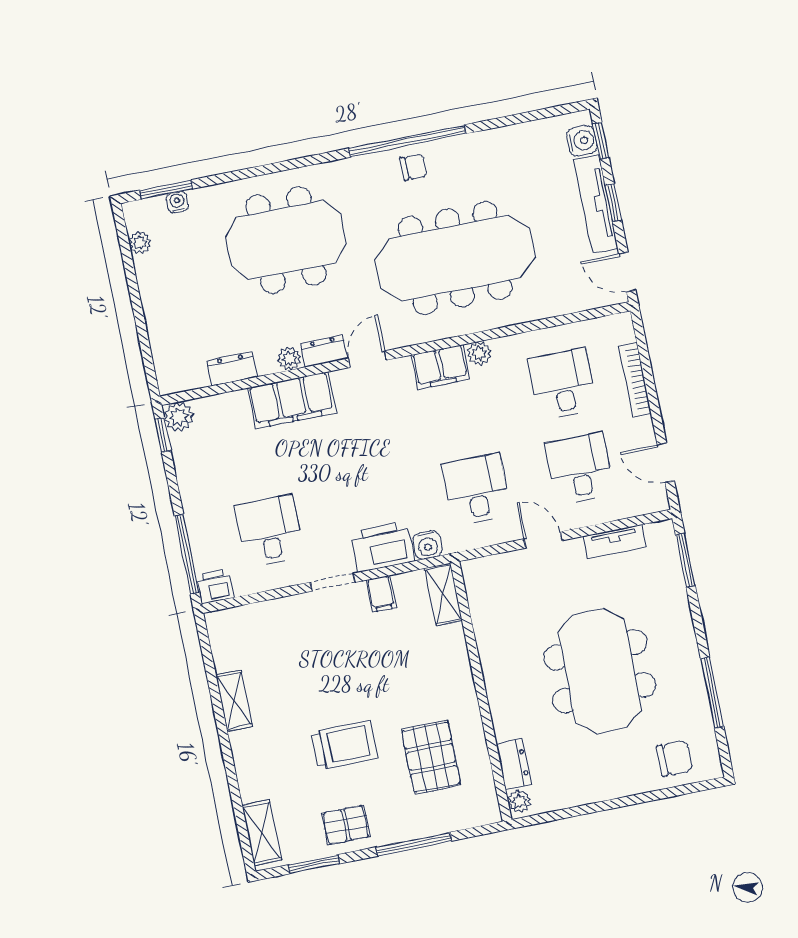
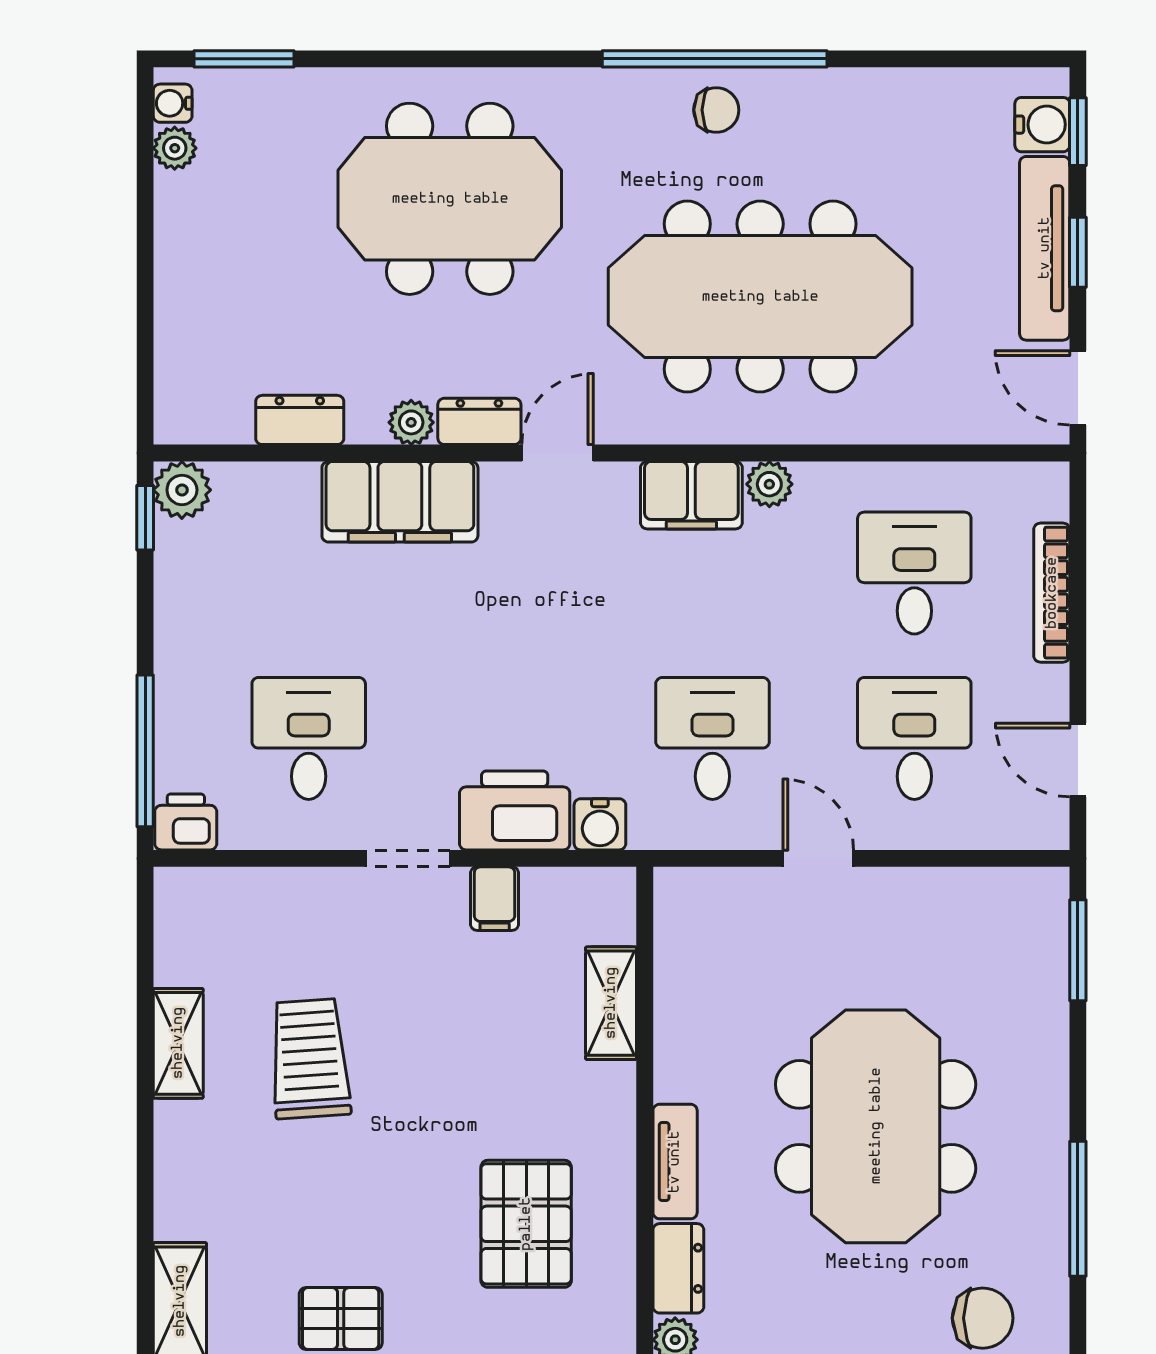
water cooler: (177, 202) -> (173, 103), moved, turned -90
tv unit: (615, 542) -> (675, 1162), moved, turned -90
shelving: (443, 594) -> (611, 1003), moved
trolley: (344, 745) -> (310, 1059), moved, turned -94

